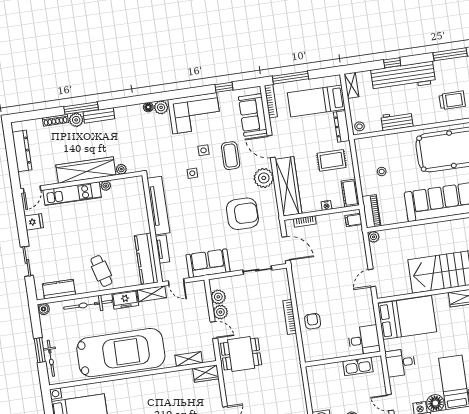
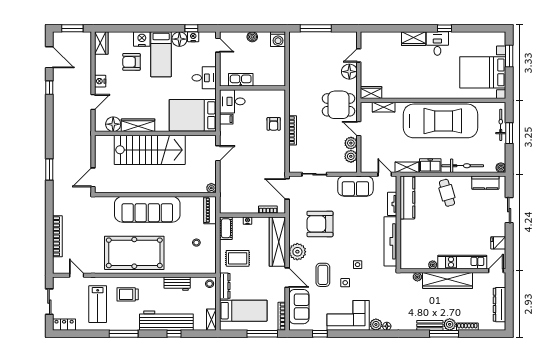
filing cabinet: (354, 220) -> (226, 119), moved
car: (121, 353) -> (441, 121), turned 180
floor lamp: (234, 394) -> (349, 72), added

